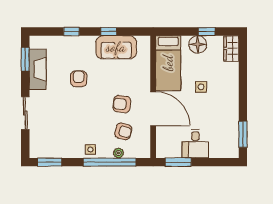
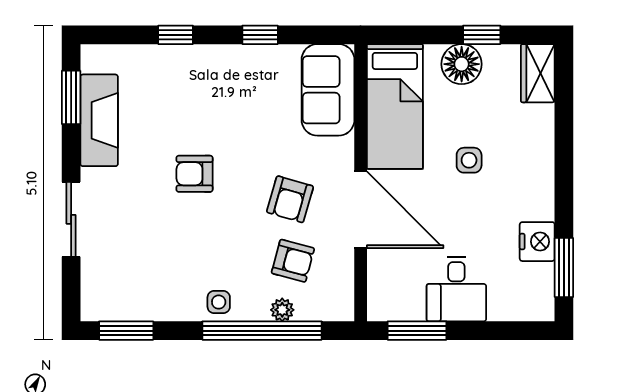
sofa: (116, 47) -> (328, 90), moved, turned 90
armchair: (79, 79) -> (194, 174), moved, turned -90
armchair: (122, 104) -> (290, 199), turned -81
nightstand: (231, 123) -> (537, 242), added

